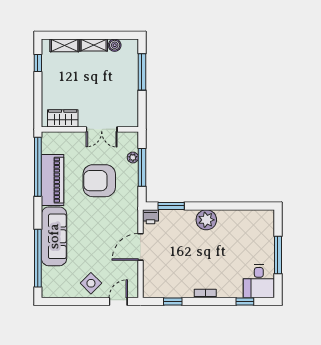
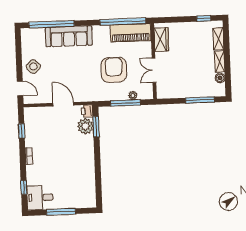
piano: (53, 180) -> (131, 33), moved
plant: (206, 220) -> (85, 126), moved

